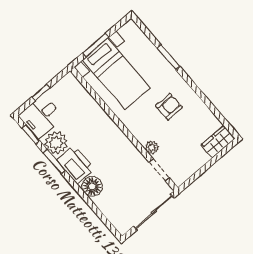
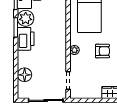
plant: (152, 148) -> (74, 50), moved
floor lamp: (92, 186) -> (25, 75), moved

